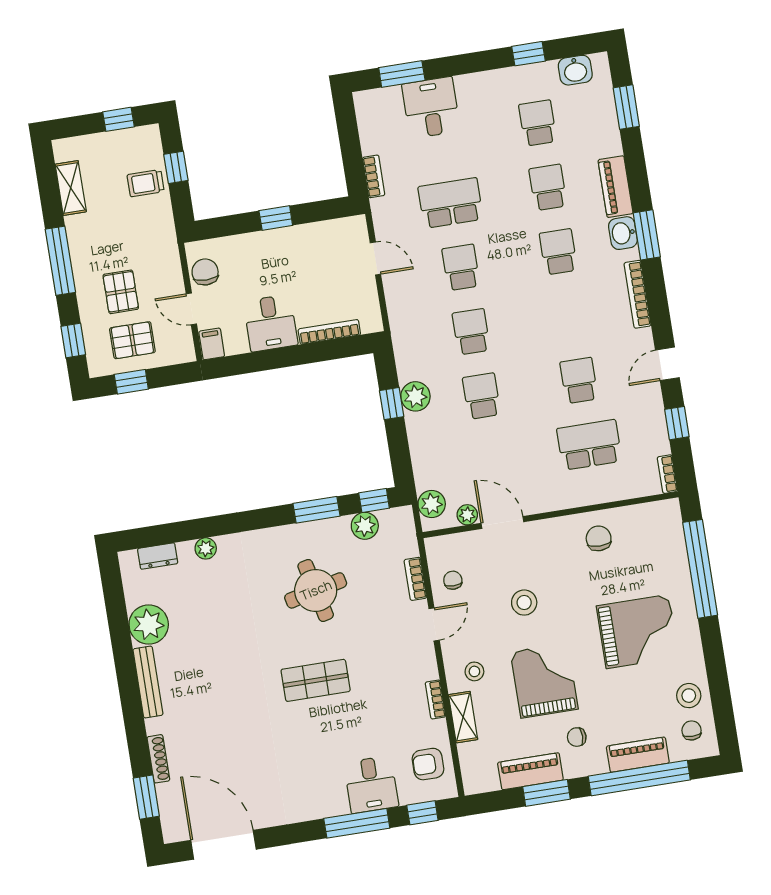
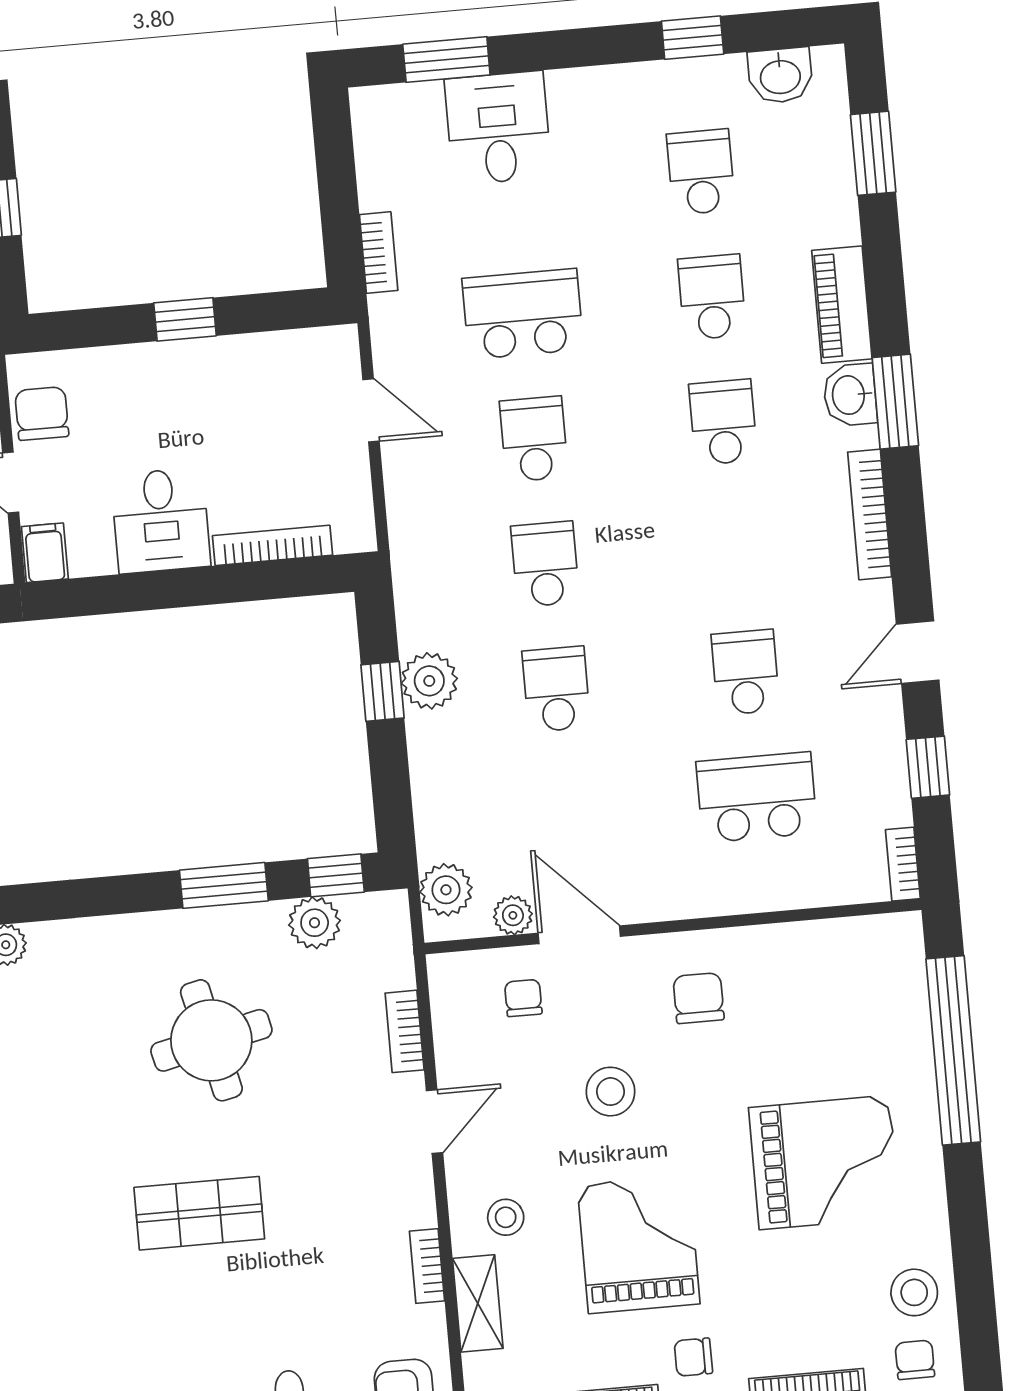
chair: (599, 538) -> (699, 998), moved
chair: (453, 580) -> (523, 998), moved

